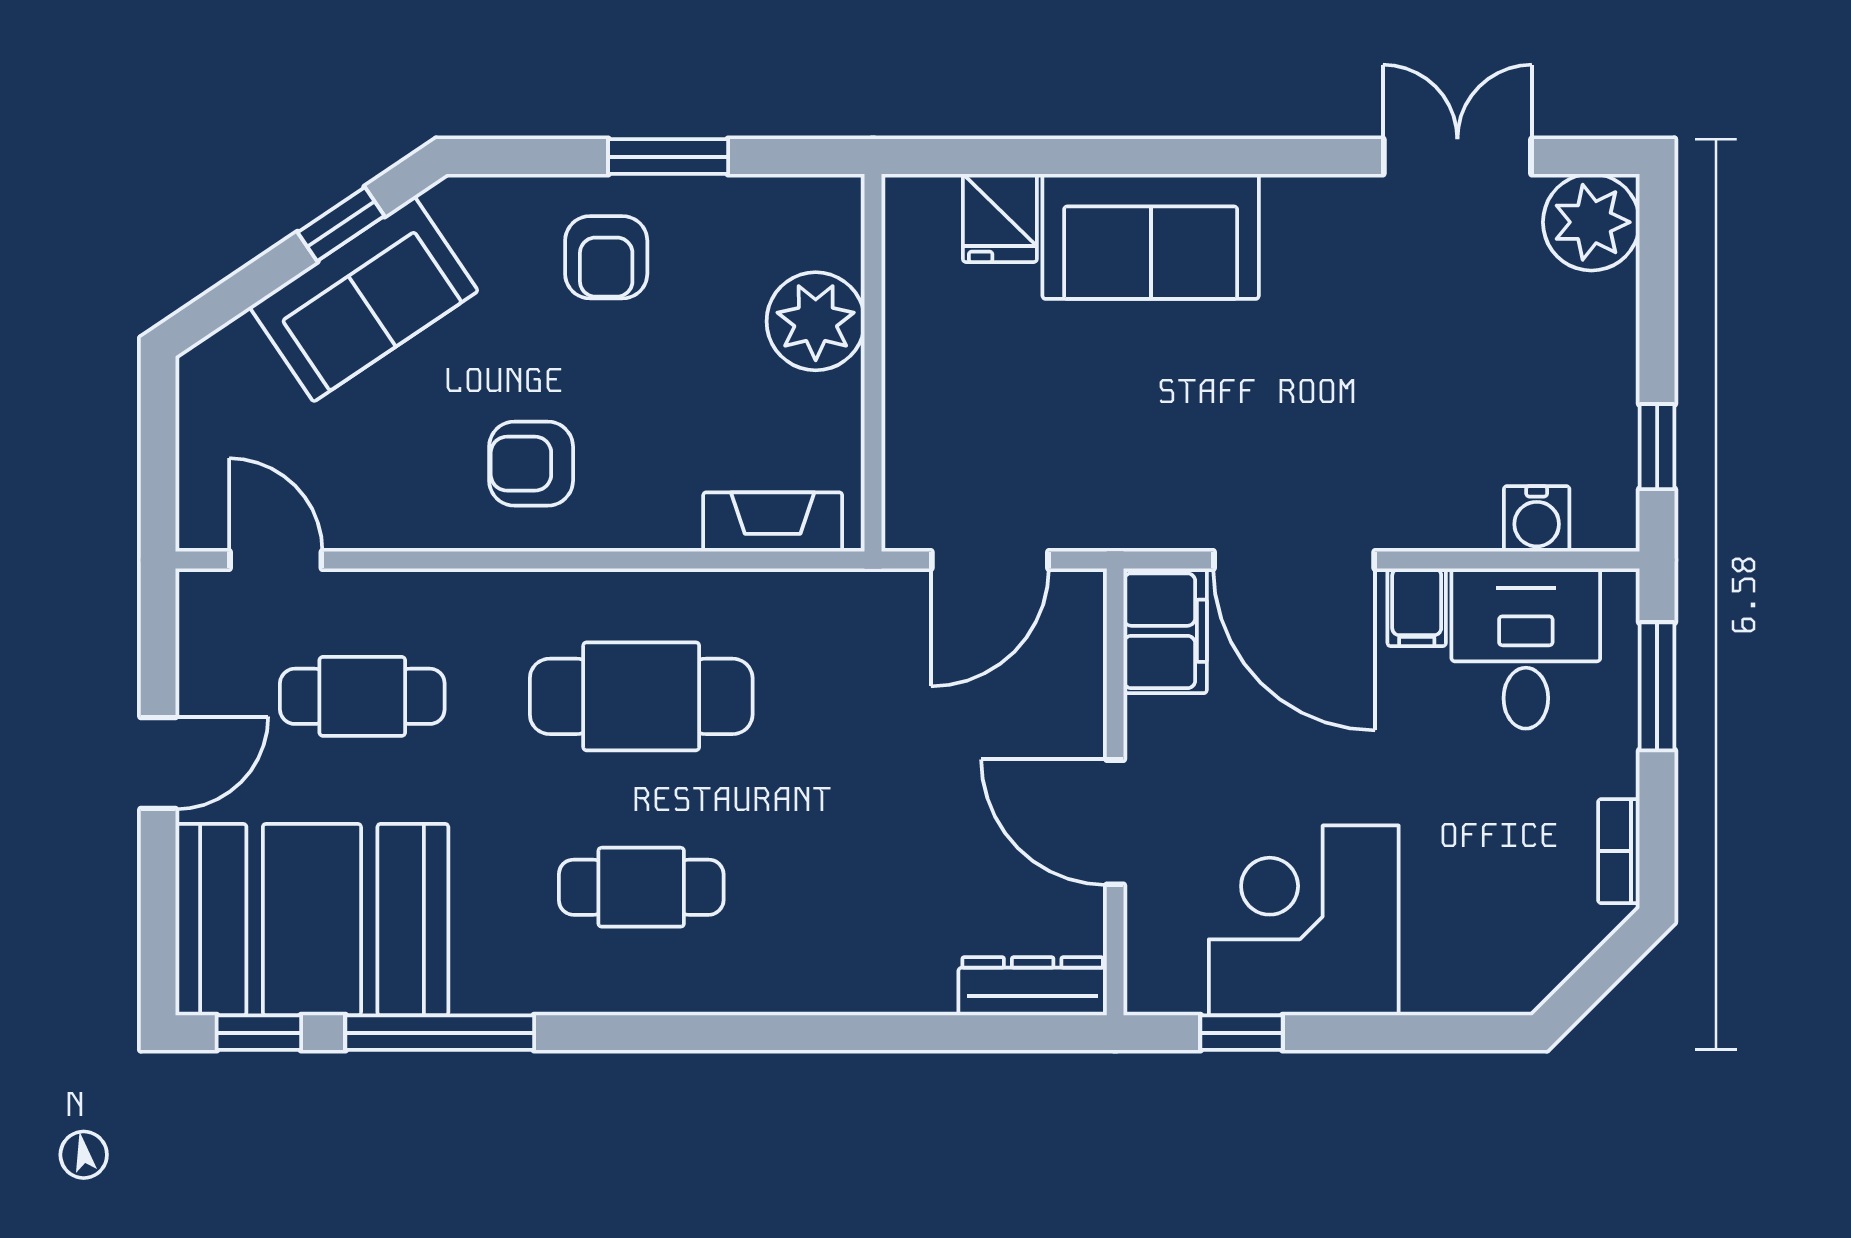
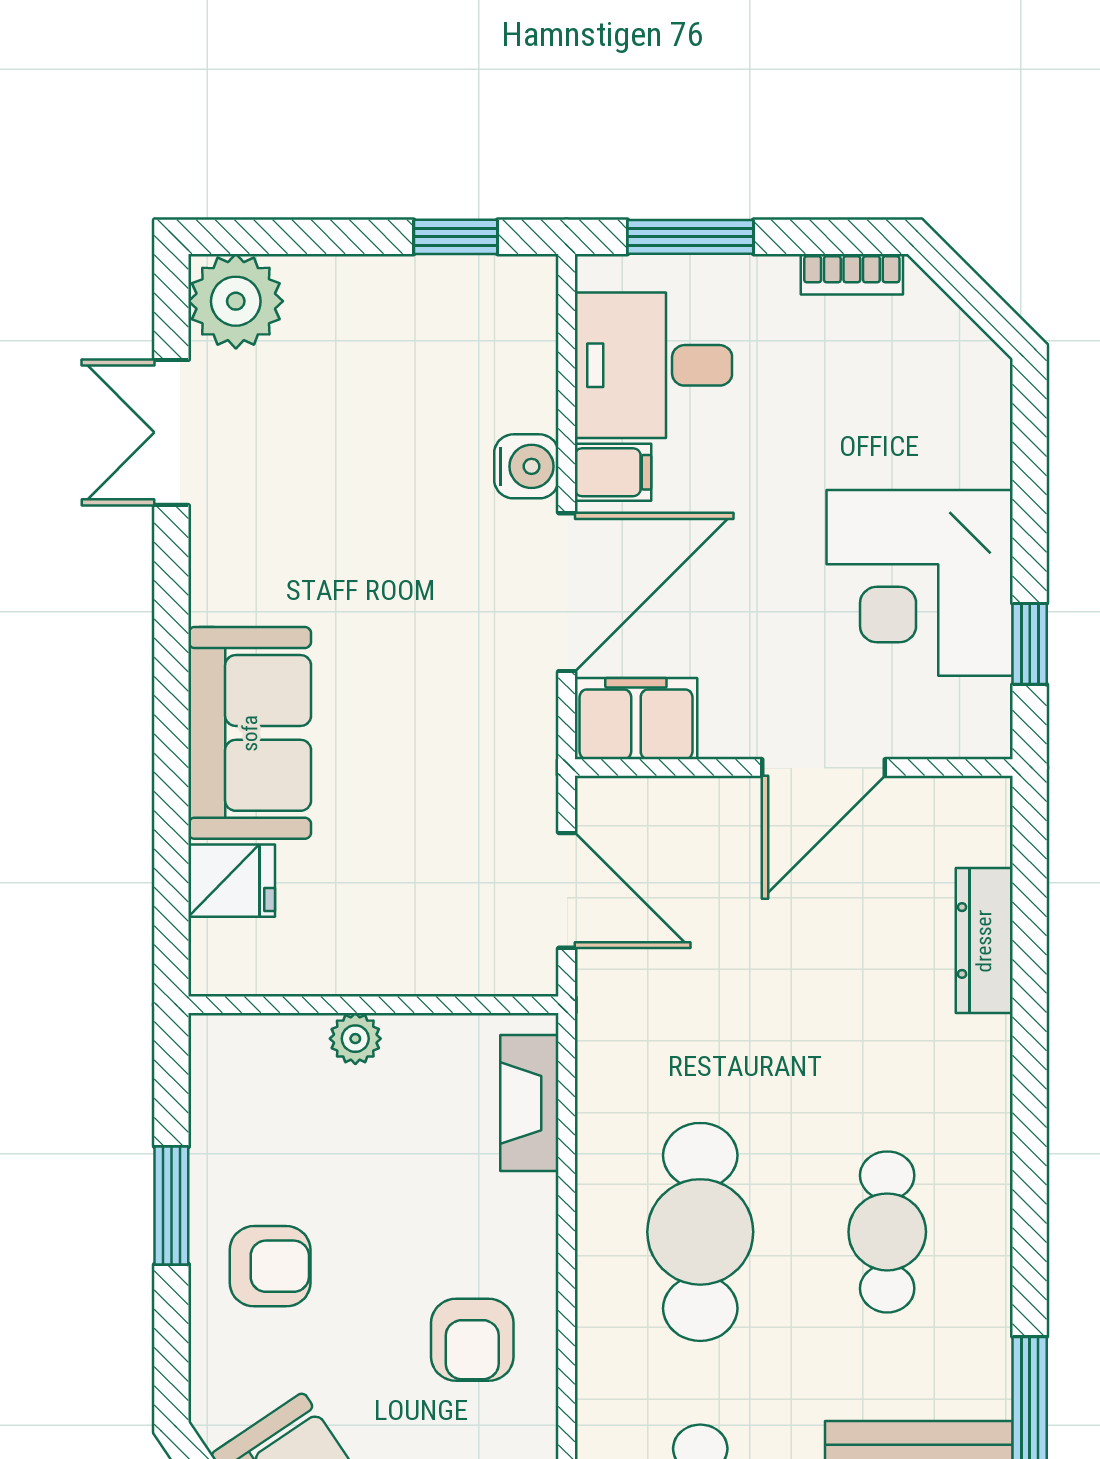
plant: (816, 321) -> (355, 1039), width x0.53, depth x0.53
water cooler: (1537, 519) -> (526, 466), moved
dresser: (1033, 986) -> (984, 941), moved

